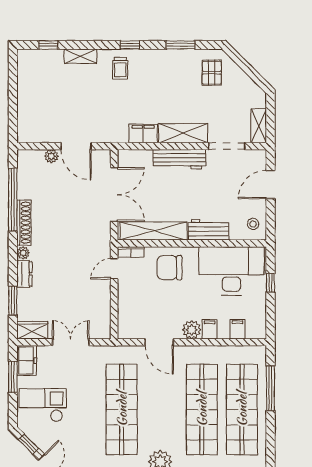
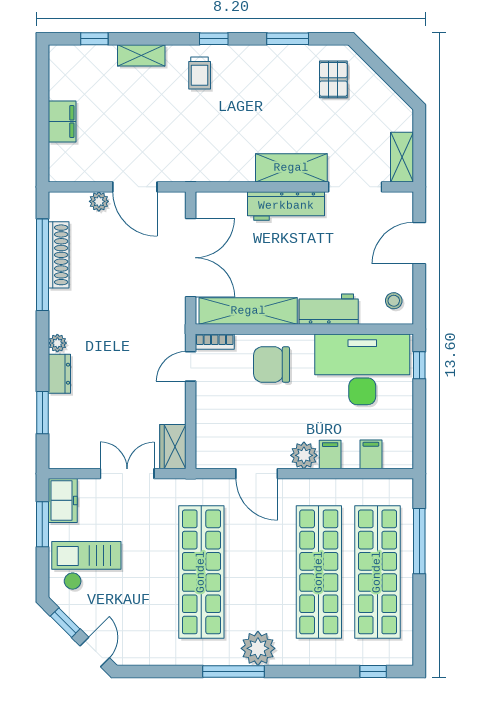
filing cabinet: (143, 133) -> (62, 122), moved, turned 90
shoe rack: (24, 223) -> (59, 255), moved
window: (270, 283) -> (419, 365), moved
wardrobe: (32, 330) -> (173, 447), moved, turned -90

